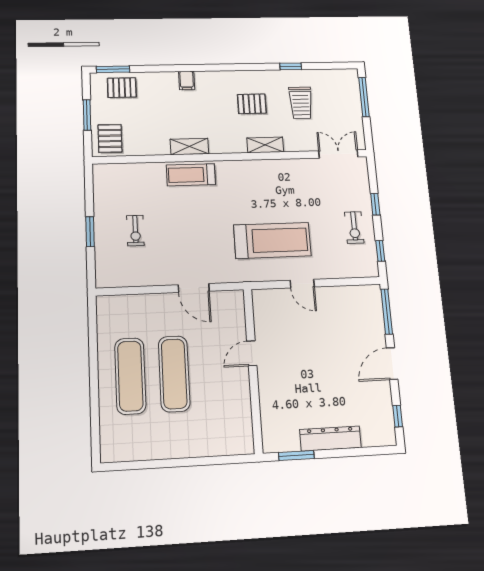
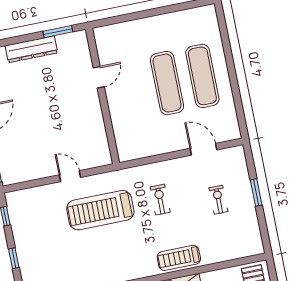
treadmill: (191, 175) -> (179, 258), turned 180
exercise bike: (354, 227) -> (160, 200), moved
door: (194, 288) -> (203, 149), moved
door: (252, 353) -> (99, 77), moved

